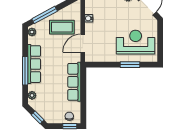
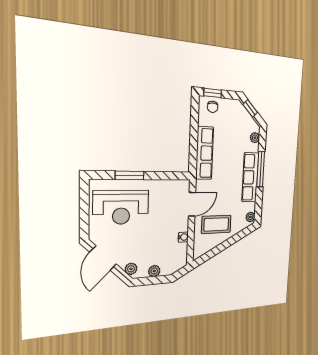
window: (45, 15) -> (235, 238), removed

